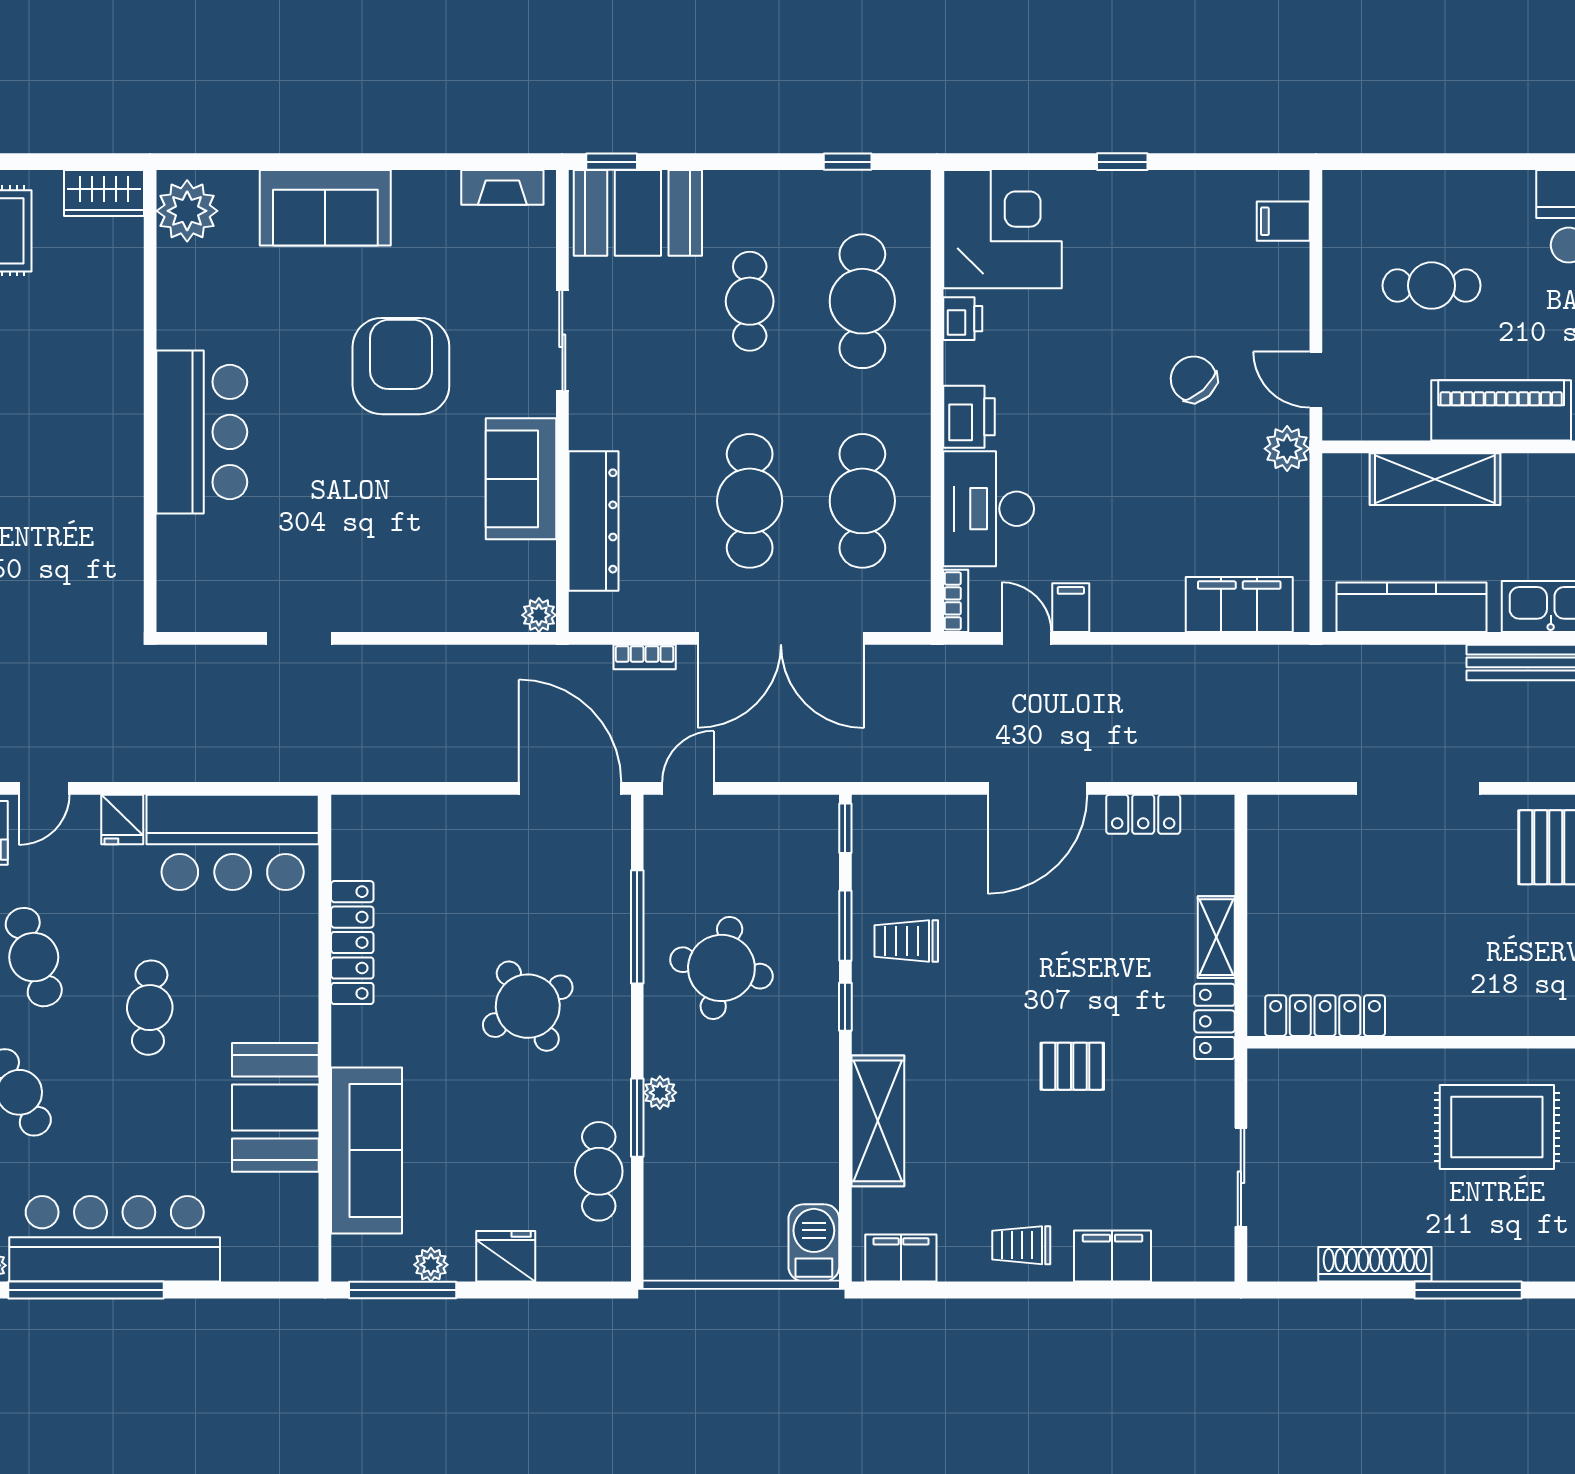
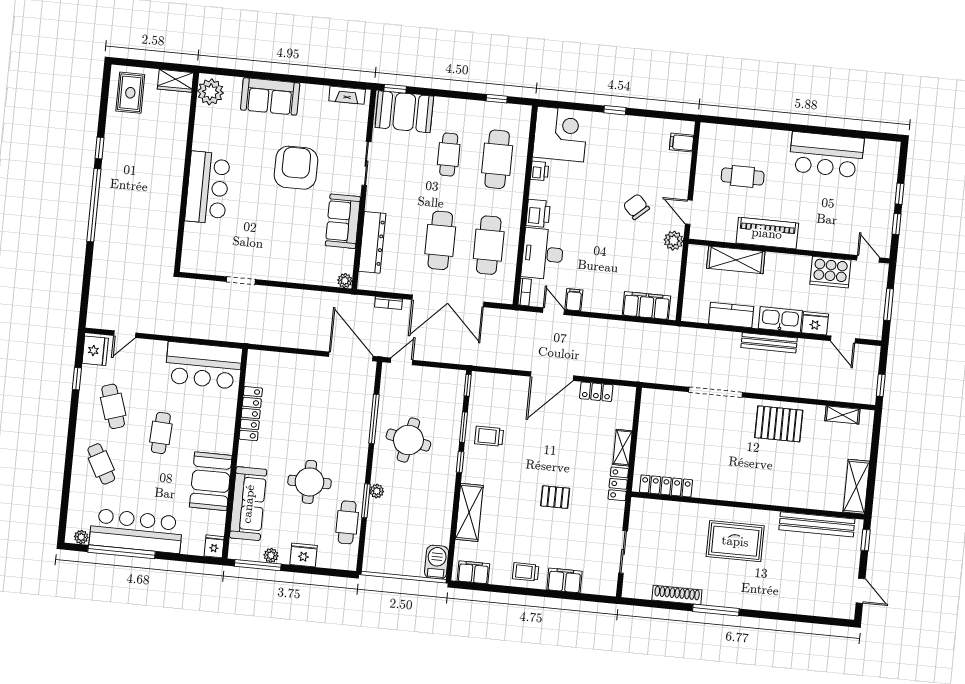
kitchen counter: (1412, 607) -> (731, 315), width x0.67
fridge: (122, 819) -> (214, 546), moved, turned 180
round table: (528, 1006) -> (309, 482), moved, turned 30

